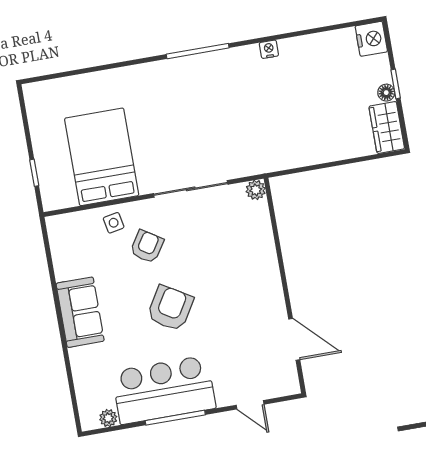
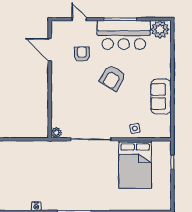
armchair: (147, 246) -> (82, 54), moved, turned 147
sofa: (80, 312) -> (161, 97), moved
plant: (108, 418) -> (160, 29), width x1.87, depth x1.87

